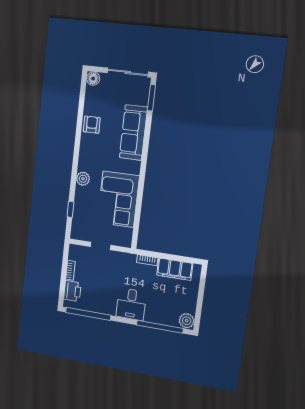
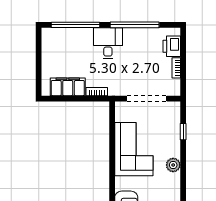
doorway: (101, 246) -> (147, 99), width x1.87
window: (88, 314) -> (135, 25), moved
plant: (187, 321) -> (49, 36), removed

